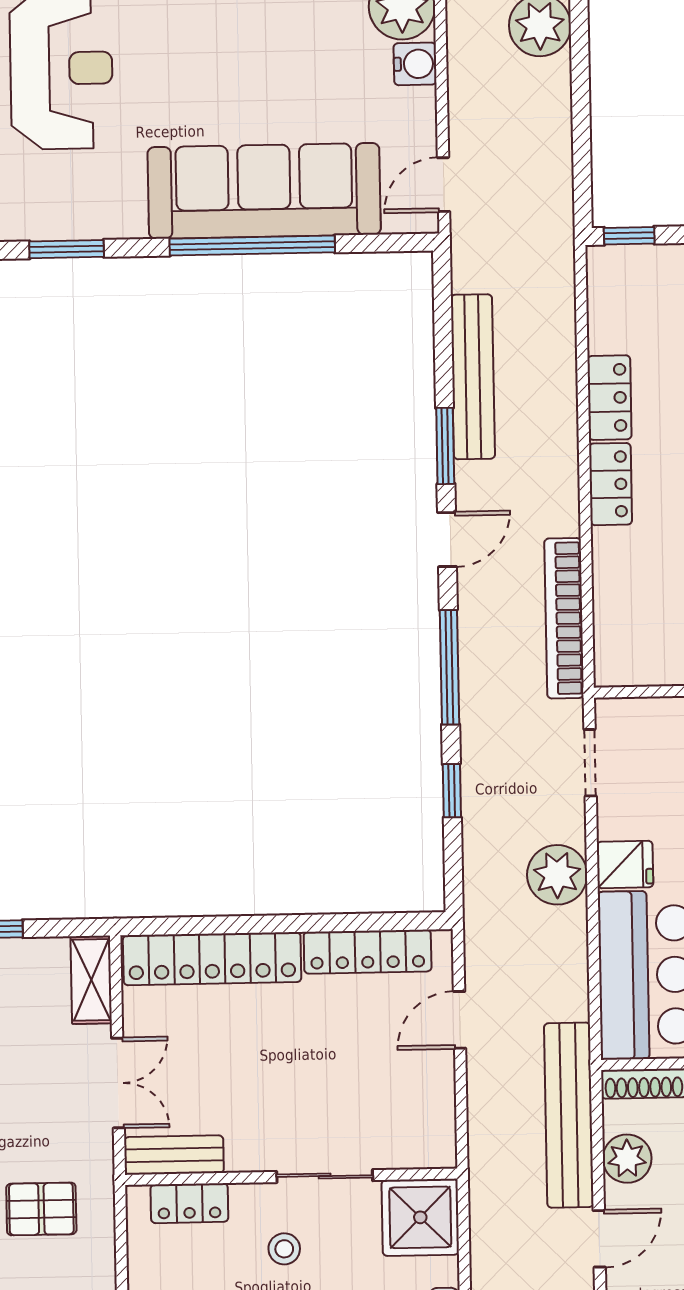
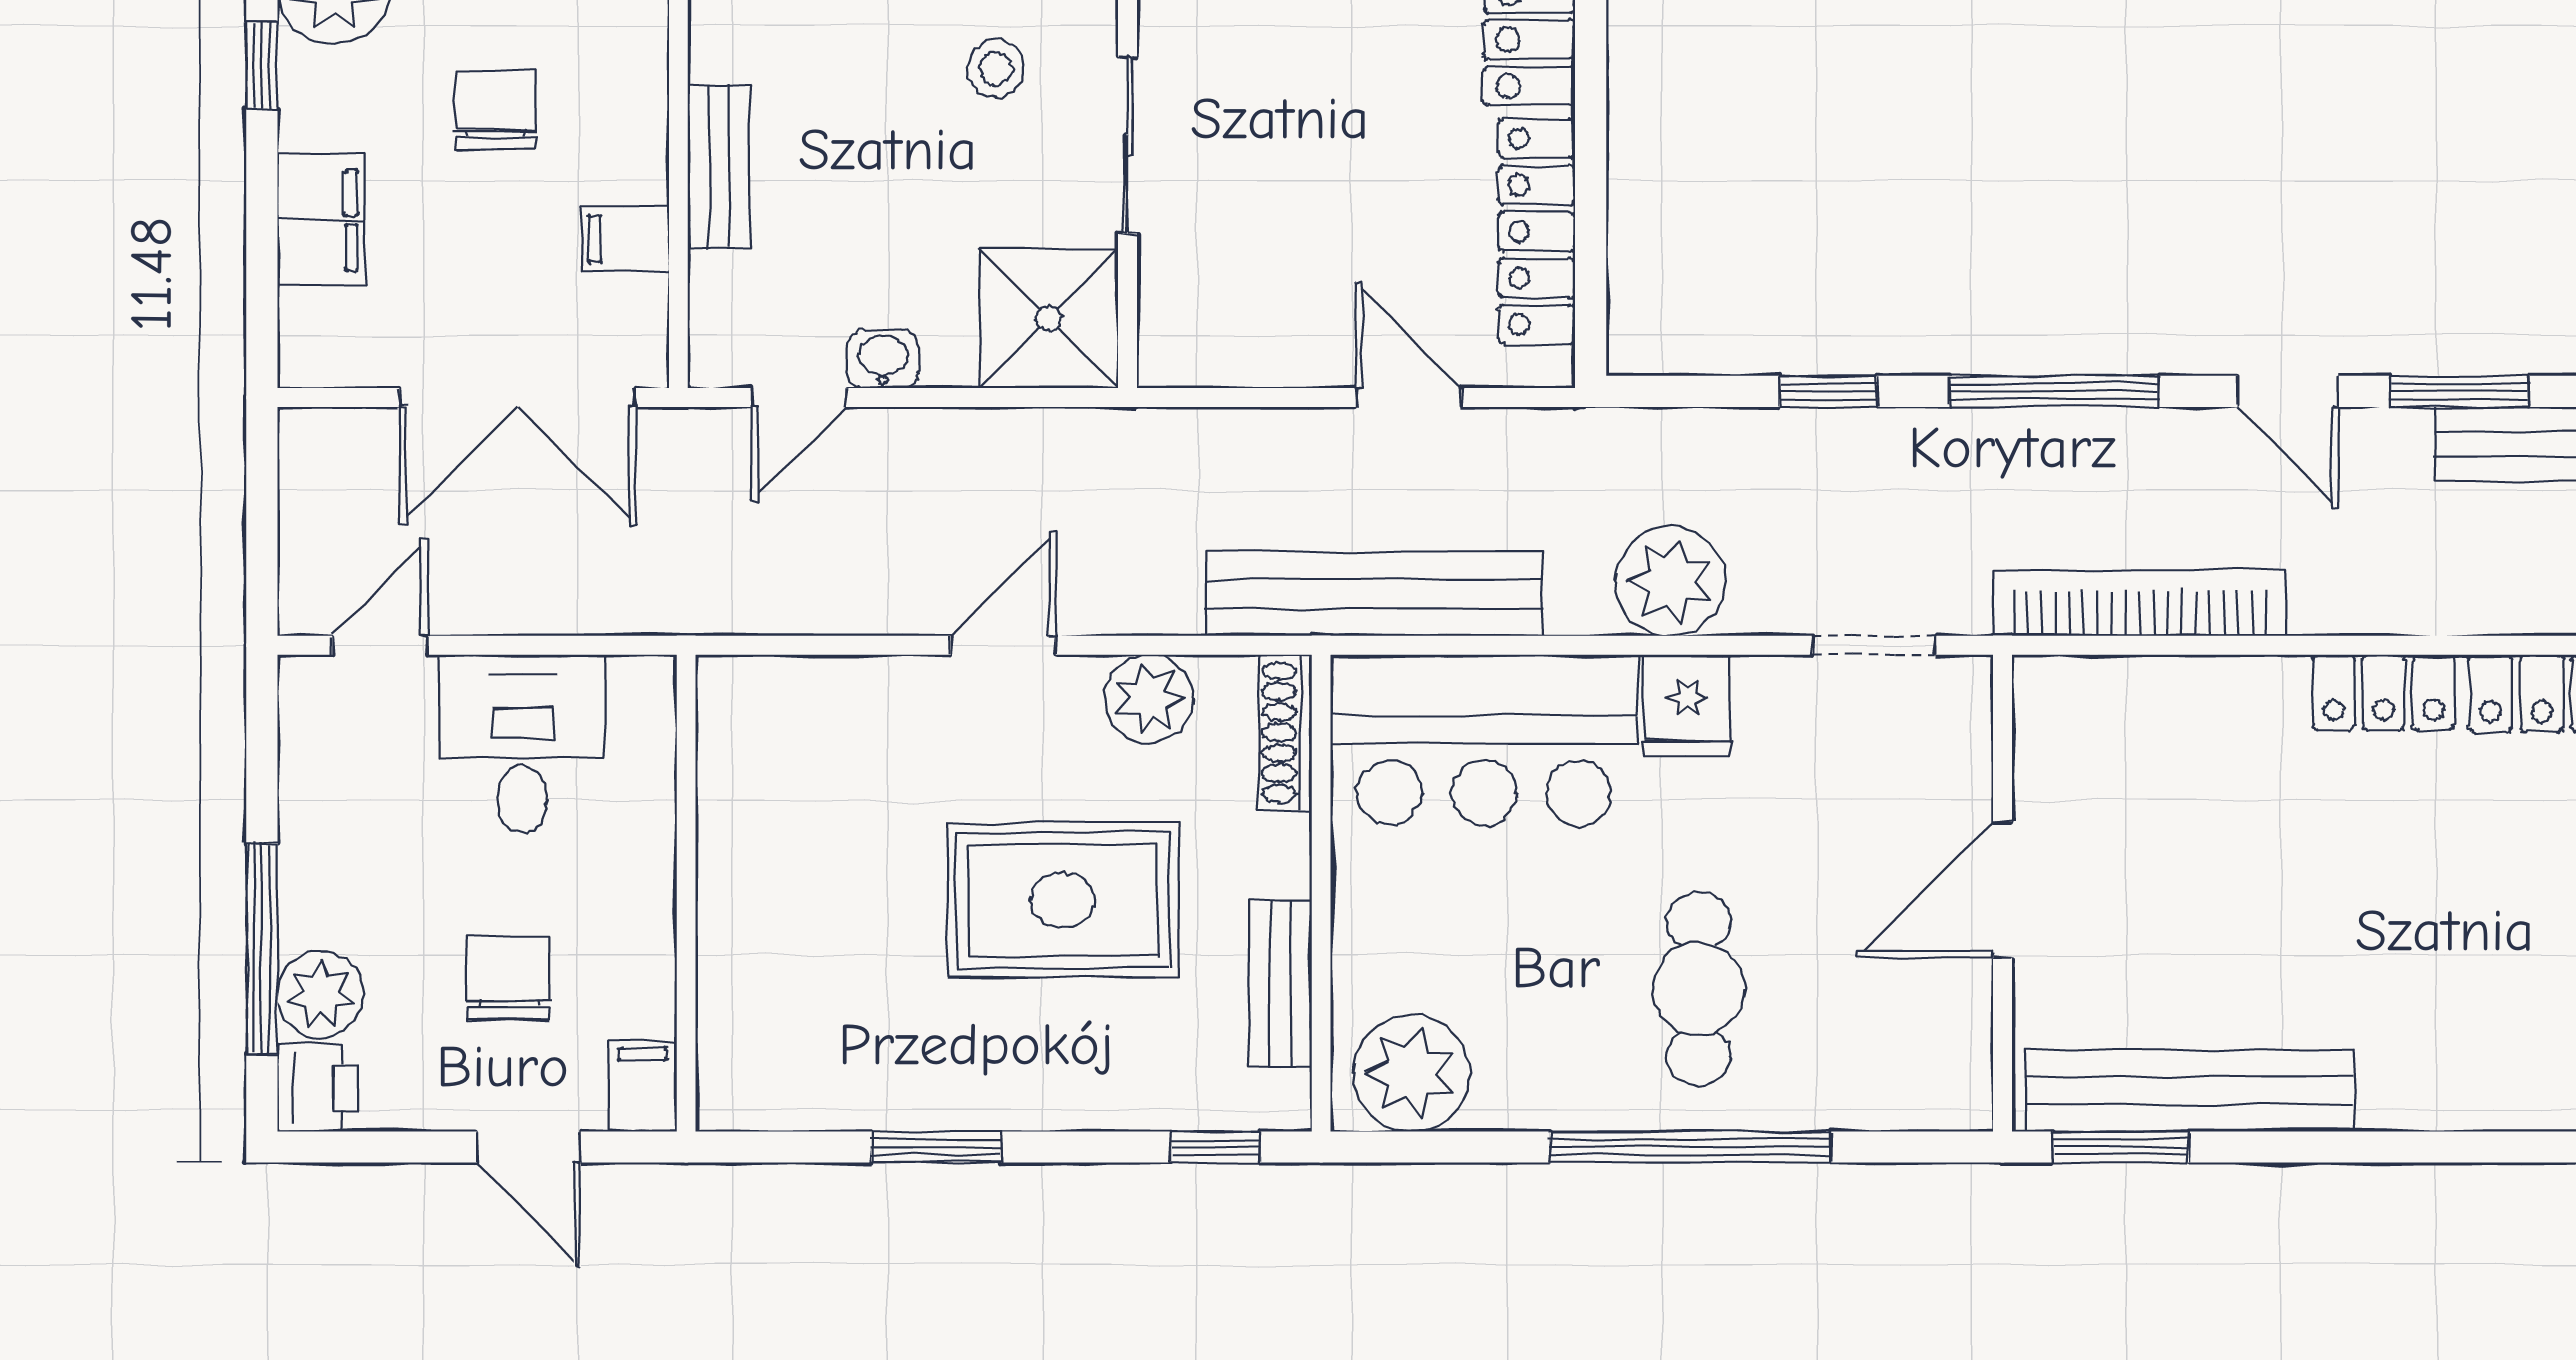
bench: (569, 1115) -> (1374, 594), moved
door: (599, 1239) -> (1003, 645), swing flipped

